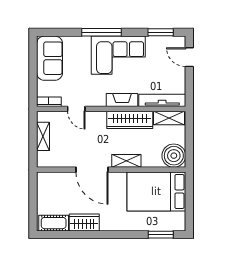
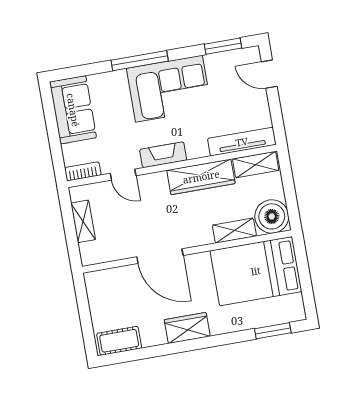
fireplace: (122, 100) -> (163, 155), moved
shelving: (126, 161) -> (234, 231), moved
wardrobe: (84, 222) -> (187, 328), moved

